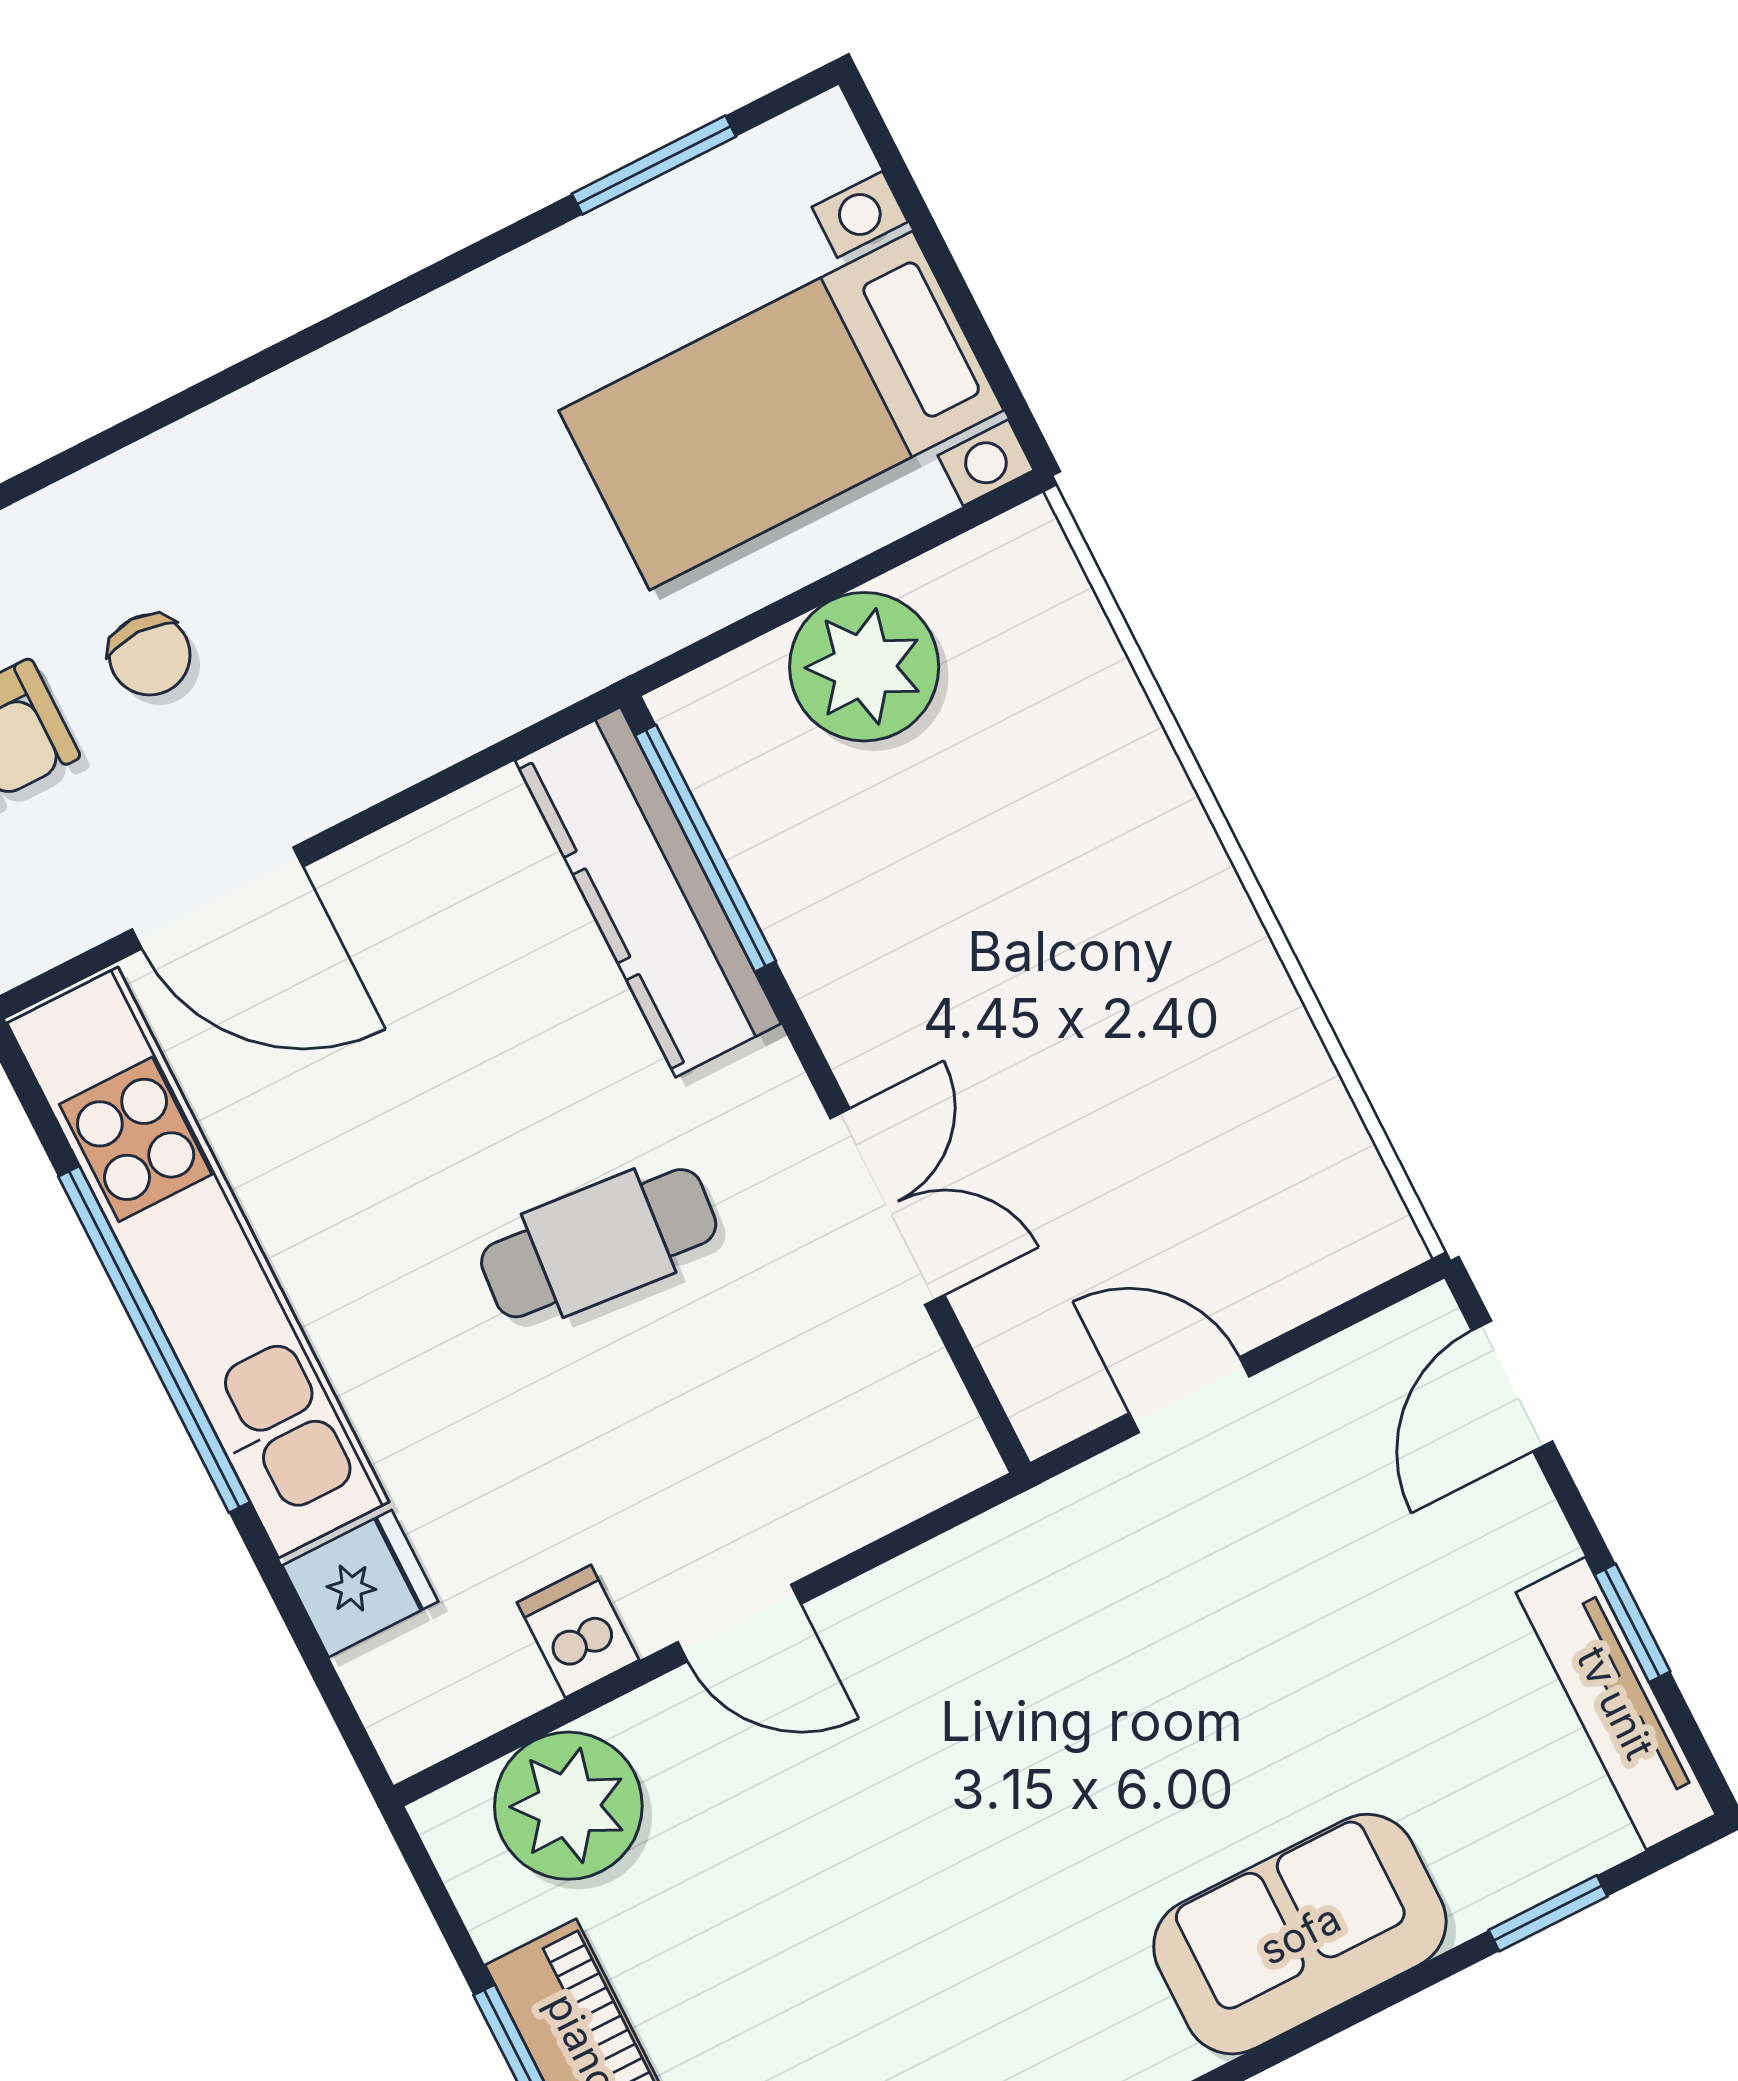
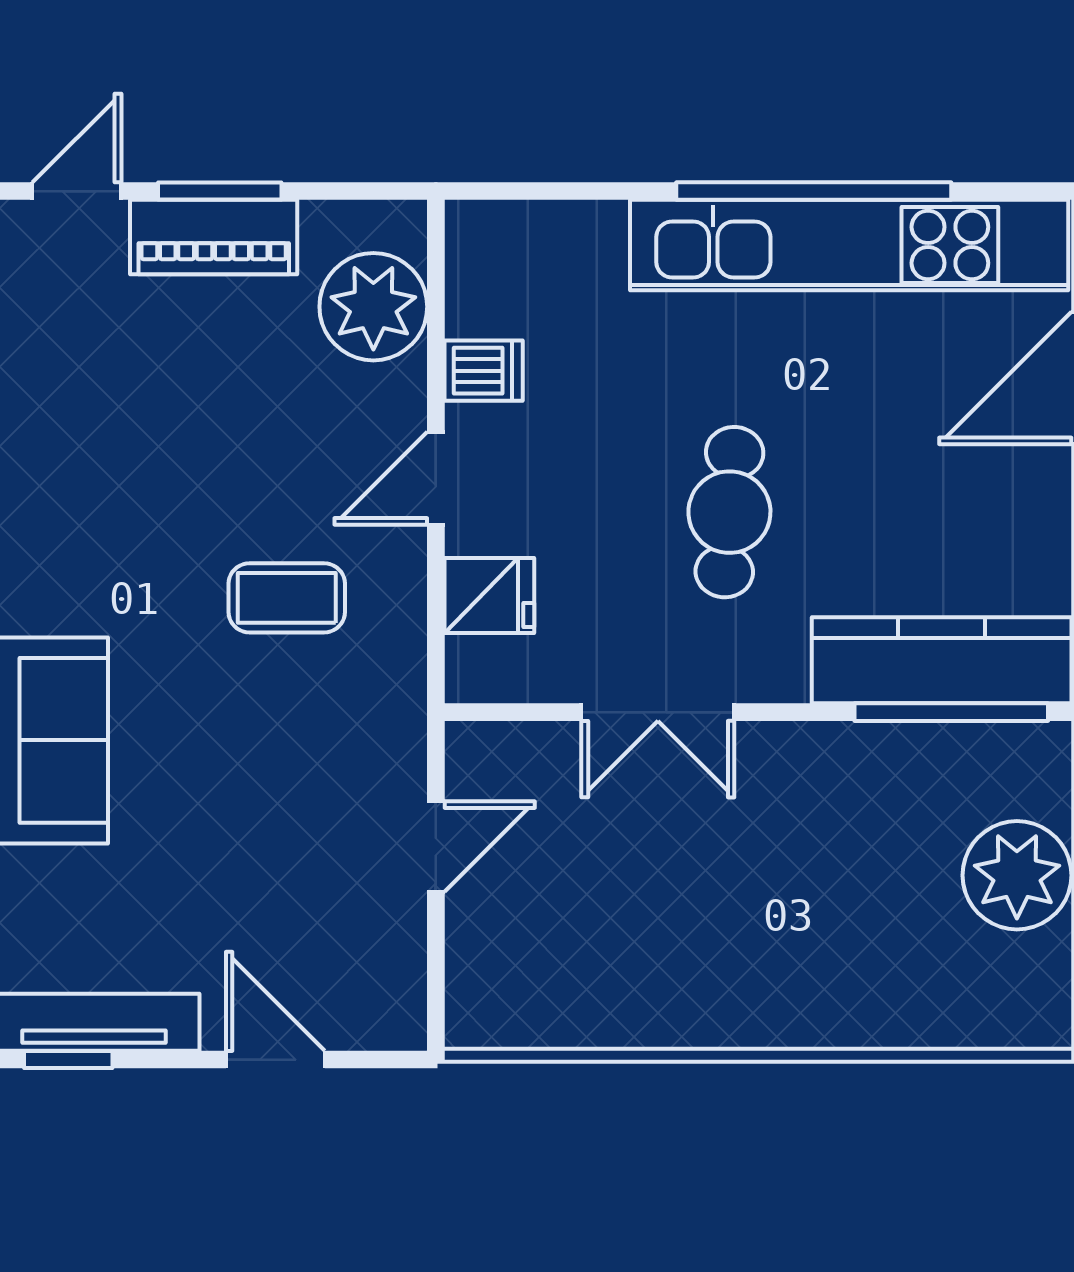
door: (1512, 1386) -> (275, 1060), moved
fridge: (360, 1584) -> (489, 595), moved, turned -90
window: (1632, 1623) -> (68, 1060), moved
coffee table: (978, 1731) -> (287, 598), added

